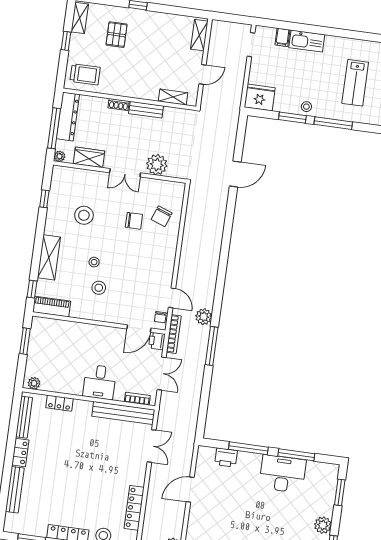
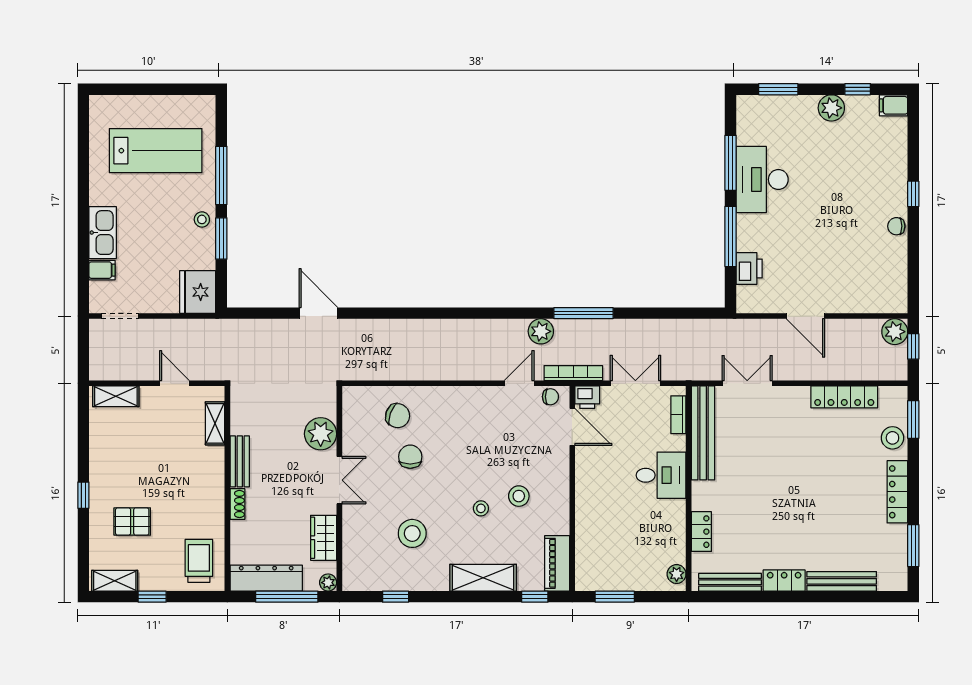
lab bench: (355, 83) -> (156, 151), width x1.36, depth x1.39

